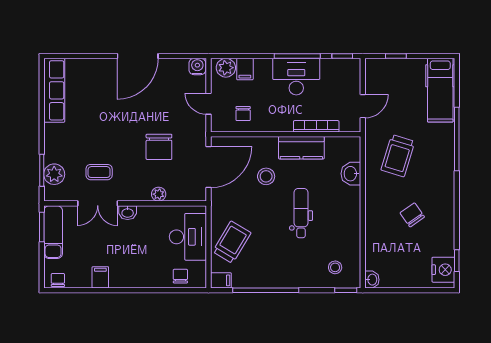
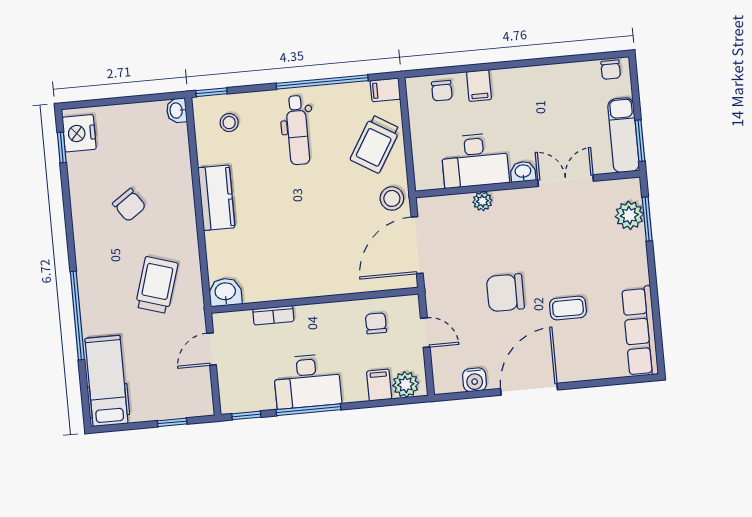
water cooler: (197, 67) -> (474, 380), moved
bookcase: (316, 126) -> (273, 315), width x0.64
chair: (159, 147) -> (505, 293), moved, turned -90
kitchen counter: (301, 148) -> (216, 198), moved, turned 90
coffee table: (99, 172) -> (568, 308), moved
washbasin: (351, 174) -> (225, 292), moved, turned -90
stool: (266, 176) -> (392, 198), moved
dental chair: (301, 213) -> (298, 130), moved
desk: (188, 237) -> (475, 160), moved, turned -90
filing cabinet: (100, 277) -> (479, 85), moved

